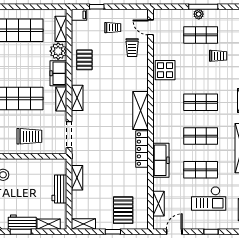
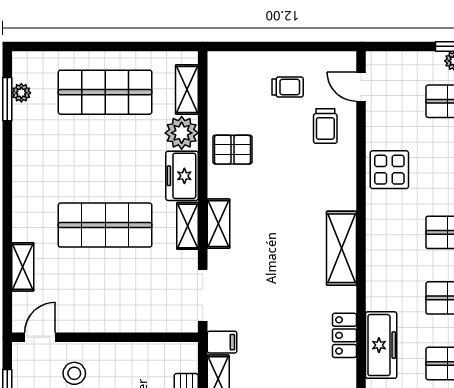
window: (97, 7) -> (256, 46), removed
filing cabinet: (79, 15) -> (222, 342), moved
pallet: (84, 60) -> (232, 150), turned 90
trolley: (29, 136) -> (125, 298), removed
locker: (142, 149) -> (344, 335), width x0.66

